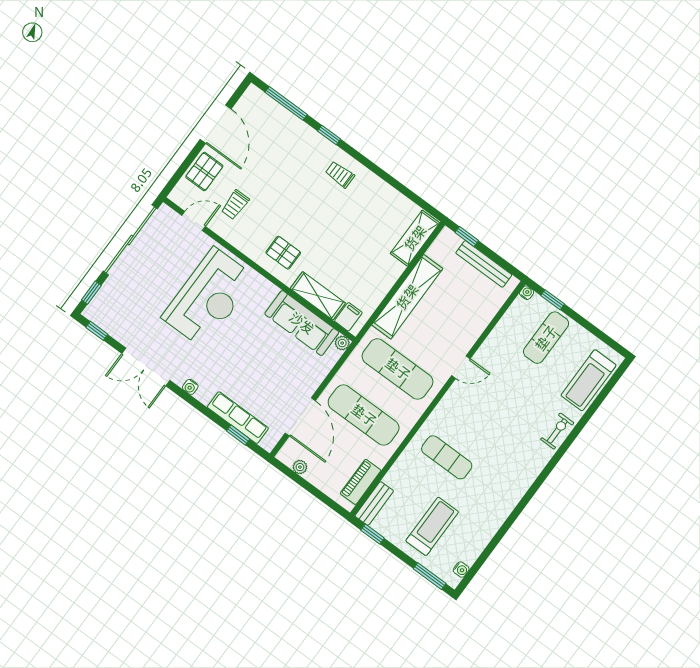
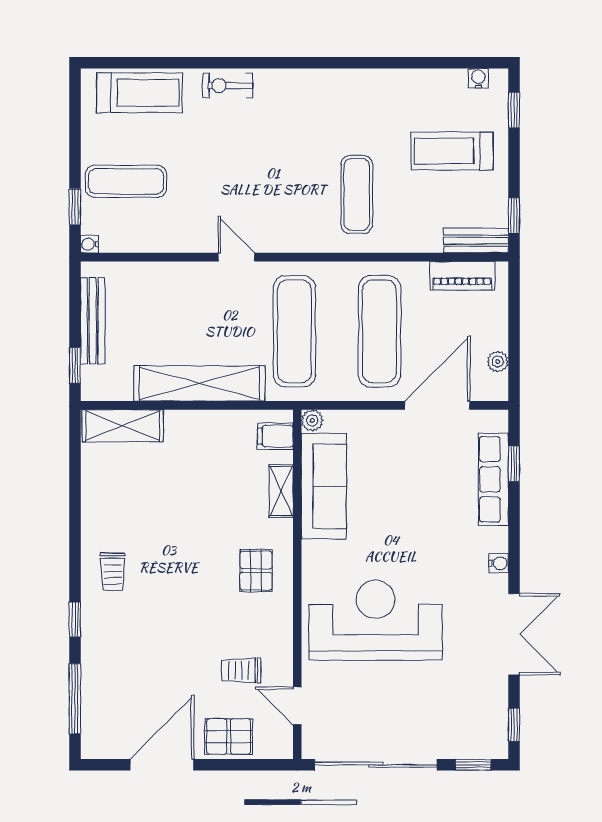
trolley: (235, 205) -> (241, 670), turned 180
shelving: (318, 296) -> (281, 491), width x0.67, depth x0.75
window: (430, 576) -> (514, 110), width x0.67

